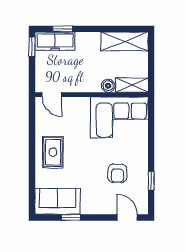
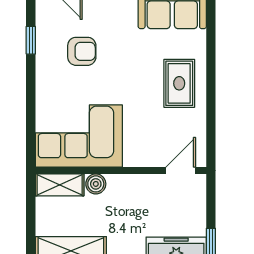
door: (52, 95) -> (181, 170), hinge flipped
armchair: (117, 173) -> (82, 51), turned 90

